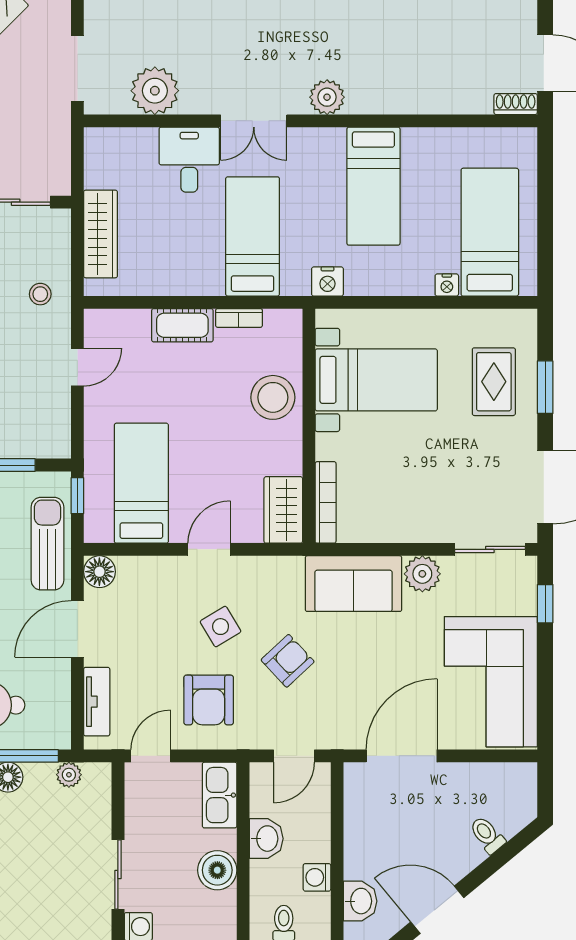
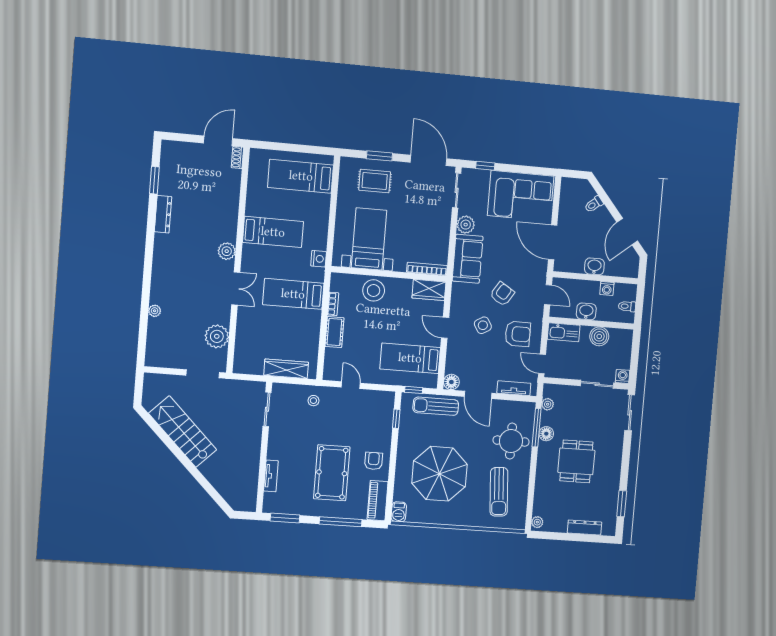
desk: (189, 160) -> (253, 322), removed
nightstand: (447, 285) -> (325, 200), removed
armchair: (288, 661) -> (502, 294), turned 75
washbasin: (360, 901) -> (594, 266), moved

